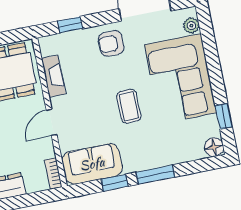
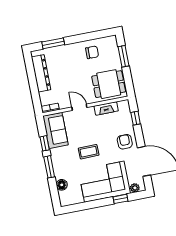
window: (224, 116) -> (121, 199), moved
floor lamp: (214, 147) -> (62, 185), moved

